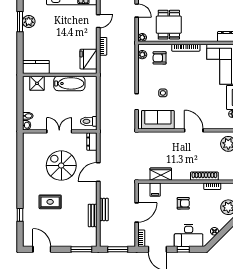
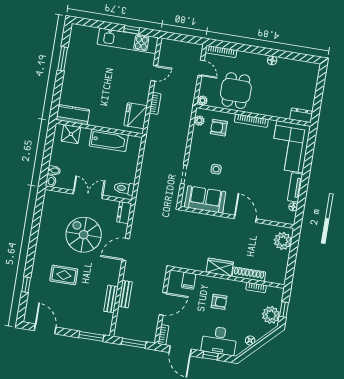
plant: (29, 22) -> (73, 60), removed
wardrobe: (161, 174) -> (220, 267), moved

